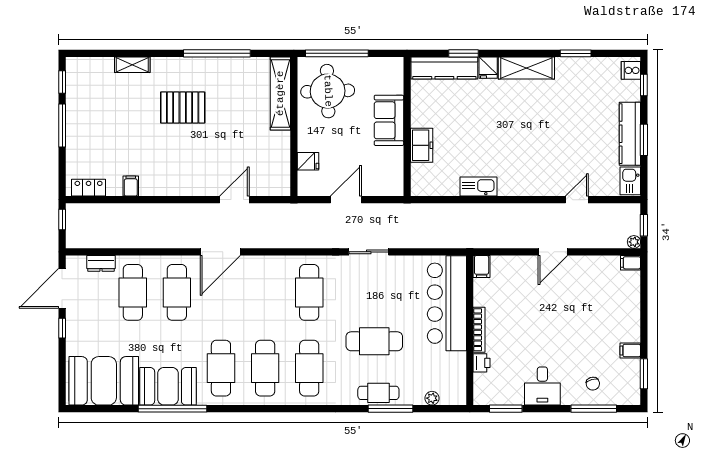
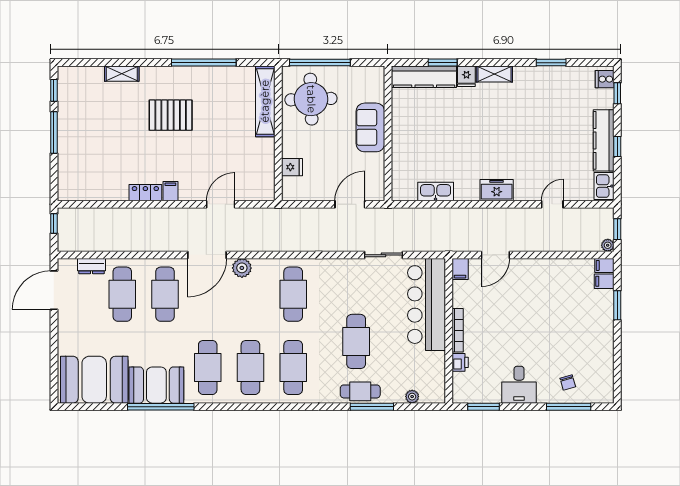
shelving: (526, 68) -> (494, 74), width x0.67, depth x0.75
window: (644, 140) -> (617, 146), width x0.67
freezer: (422, 145) -> (497, 190), moved, turned -90
filing cabinet: (131, 186) -> (170, 191), moved
kitchen sink: (479, 187) -> (436, 192), moved
locker: (89, 188) -> (145, 193), moved
door: (346, 200) -> (350, 204), moved
sliding door: (369, 252) -> (383, 255), moved
door: (553, 252) -> (495, 255), moved
plant: (256, 265) -> (242, 268), added
window: (62, 328) -> (54, 329), removed
cafe table: (374, 341) -> (356, 341), turned 90
filing cabinet: (630, 351) -> (604, 281), moved
window: (644, 374) -> (617, 305), moved

